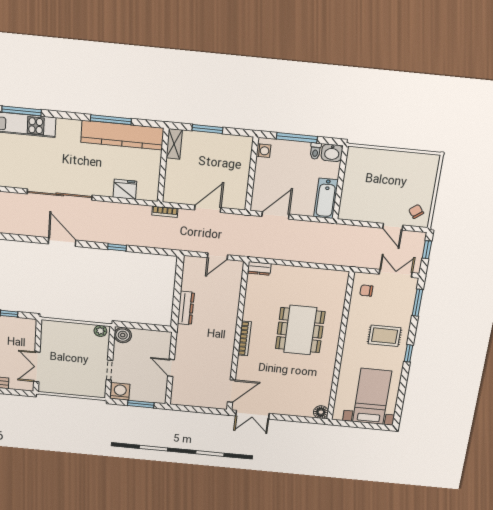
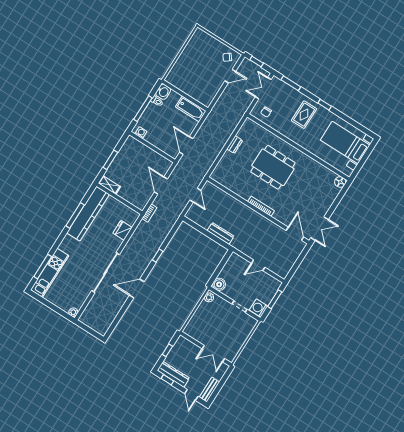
dresser: (259, 268) -> (235, 145), moved

